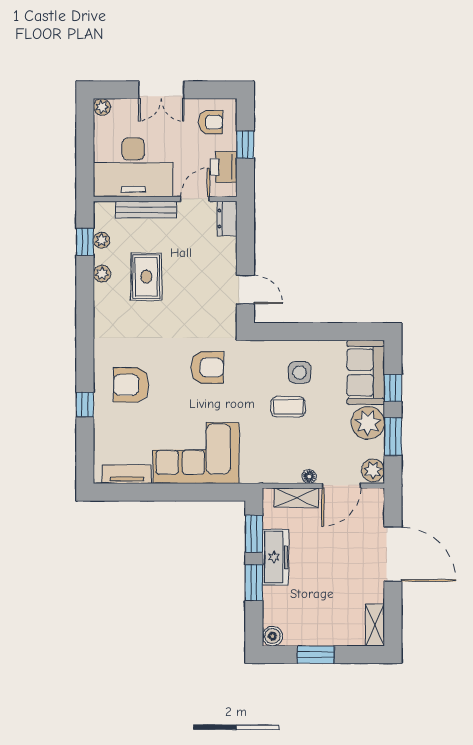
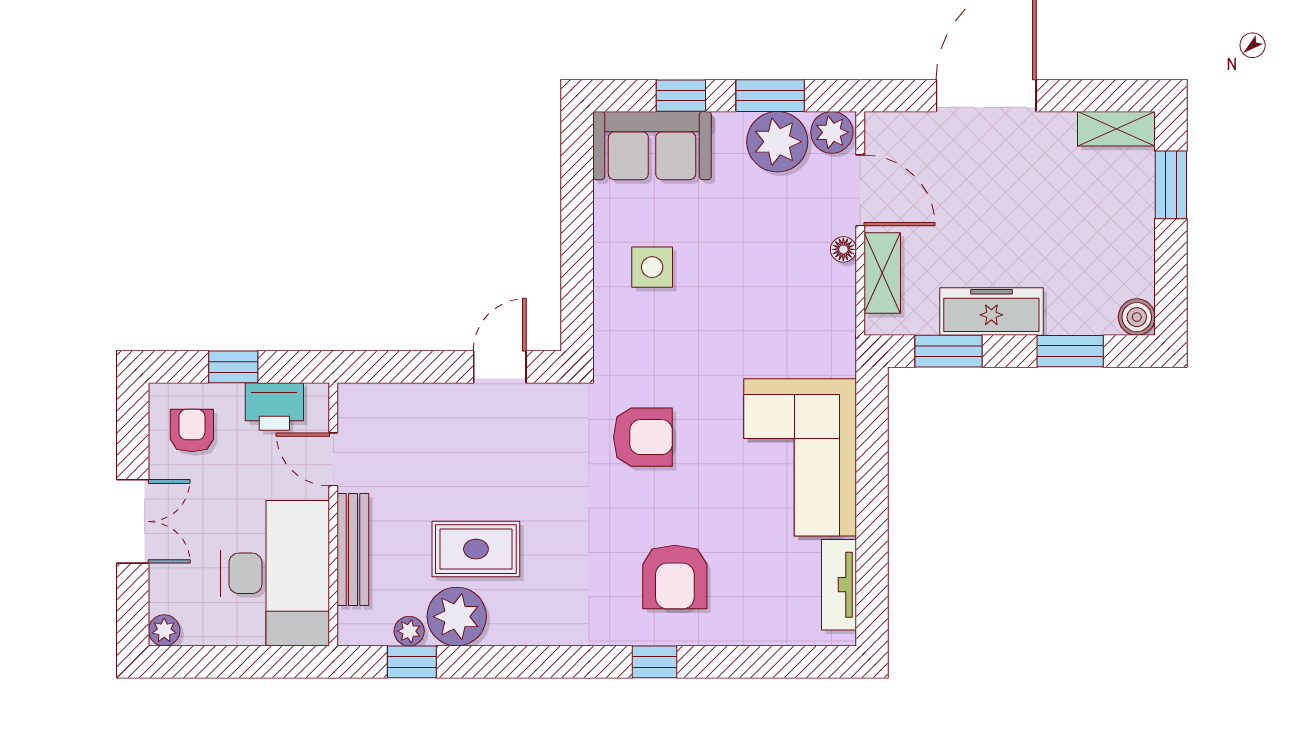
dresser: (227, 219) -> (369, 401), removed
plant: (102, 274) -> (457, 617), width x1.87, depth x1.87
armchair: (207, 367) -> (643, 437), turned 90
window: (85, 405) -> (654, 662), moved
coffee table: (288, 407) -> (715, 288), removed
plant: (368, 423) -> (777, 142), moved
window: (254, 583) -> (1070, 351), moved
window: (316, 655) -> (1171, 185), moved

